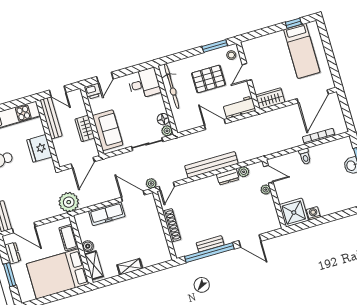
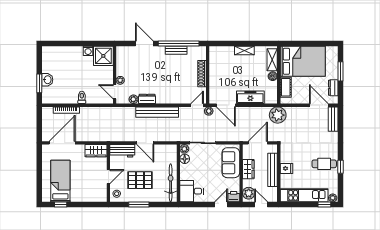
window: (215, 46) -> (139, 205), moved
plant: (76, 100) -> (249, 193), added
bench: (51, 118) -> (272, 170), moved
fridge: (39, 148) -> (286, 168), width x0.53, depth x0.75

